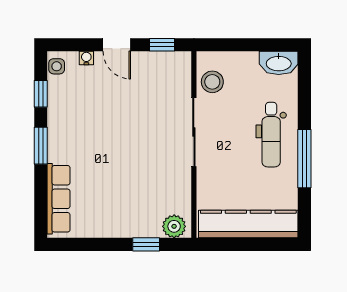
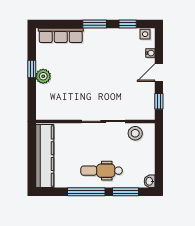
washbasin: (279, 63) -> (150, 181), width x0.52, depth x0.69
window: (304, 97) -> (126, 192), added
plant: (174, 226) -> (43, 76), moved
window: (146, 244) -> (32, 69), moved

